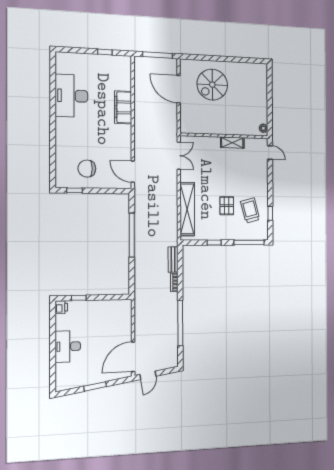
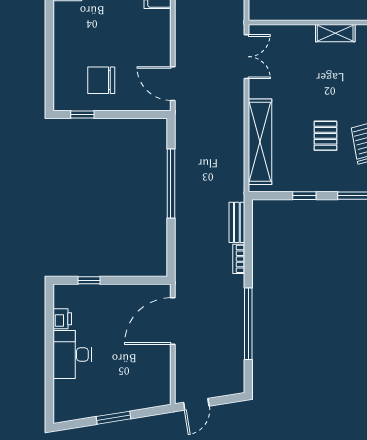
printer: (61, 307) -> (62, 319), moved
door: (133, 357) -> (173, 321), moved

